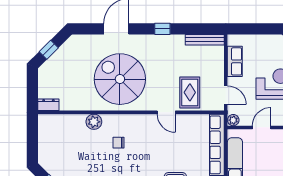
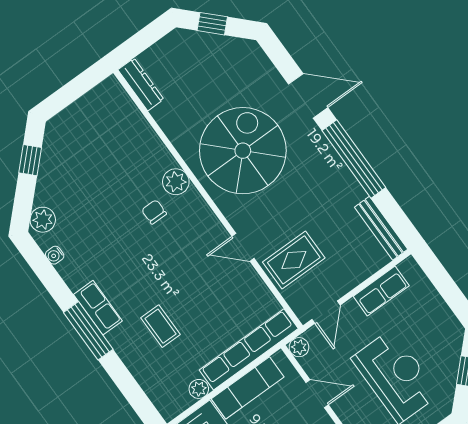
window: (162, 29) -> (354, 159), width x3.17
dresser: (48, 105) -> (141, 84), width x1.44
door: (166, 112) -> (243, 247), hinge flipped
plant: (94, 122) -> (176, 182), moved

